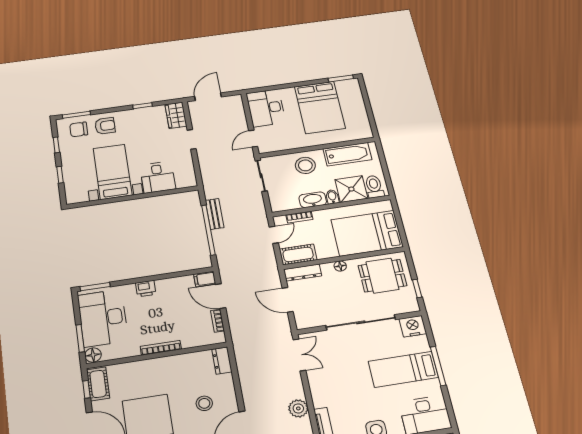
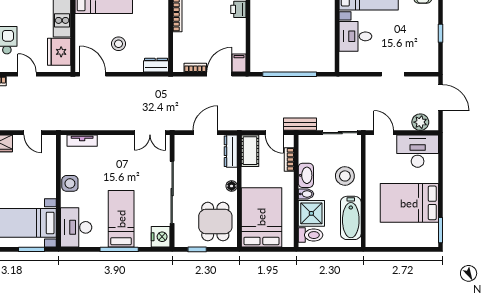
wardrobe: (176, 115) -> (424, 64), removed
bench: (215, 214) -> (300, 124), moved
plant: (298, 408) -> (420, 122), moved

